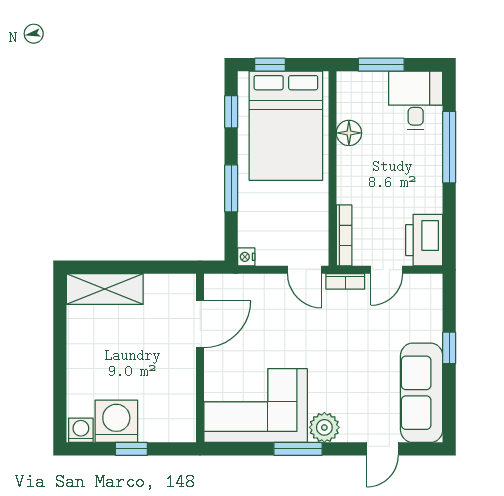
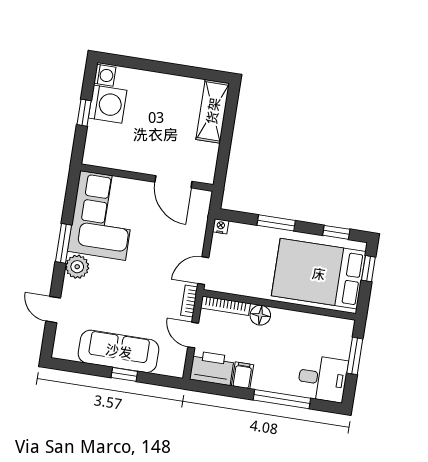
floor lamp: (349, 133) -> (260, 315), moved
filing cabinet: (427, 201) -> (242, 375), added
sofa: (422, 393) -> (119, 351), moved

